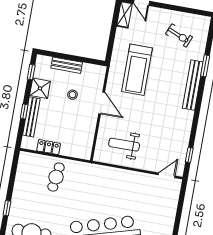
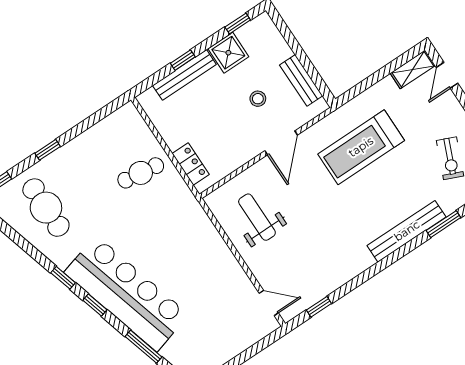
bench: (67, 65) -> (301, 80), moved
locker: (49, 147) -> (191, 164), moved

